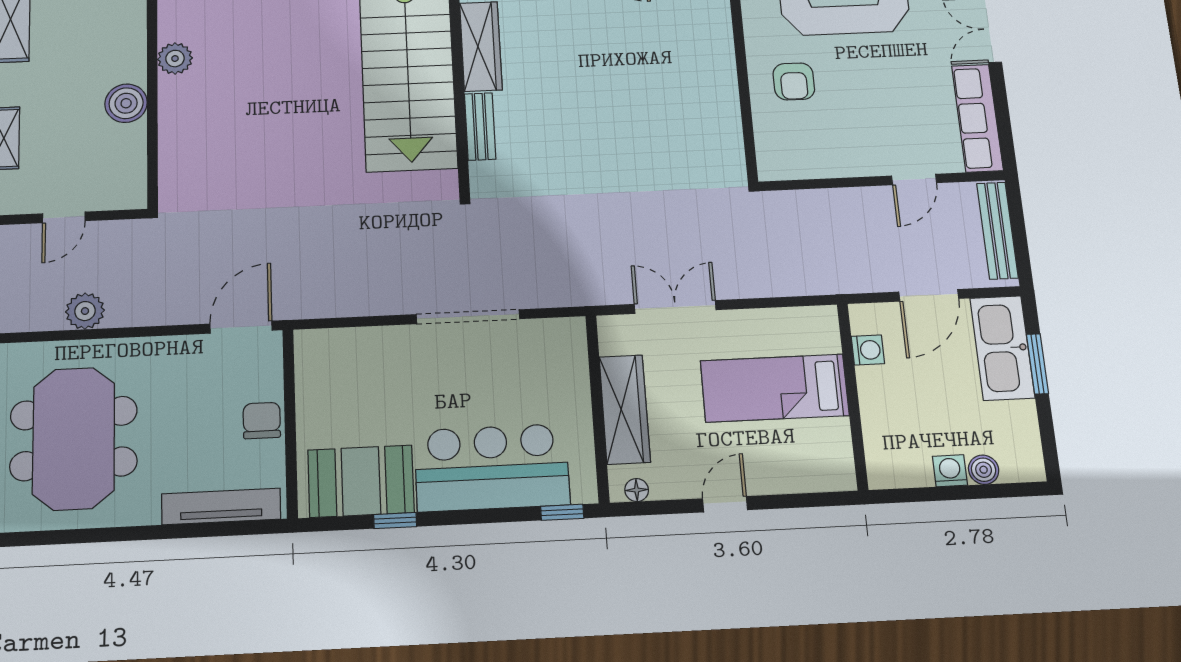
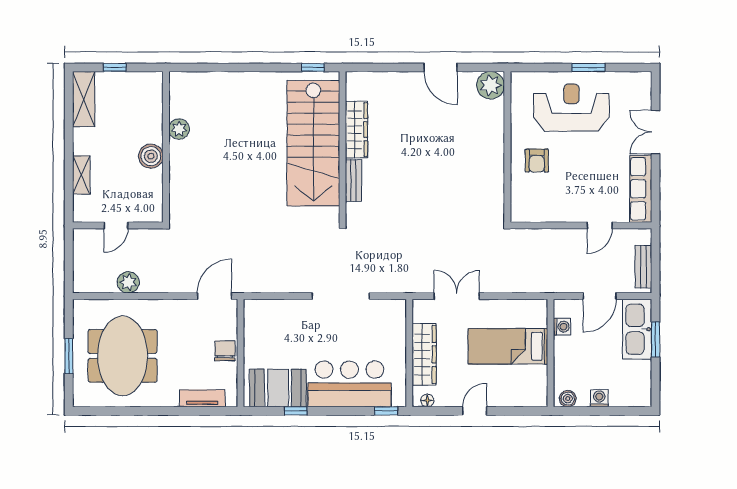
bench: (997, 231) -> (643, 267), width x0.73
boiler: (984, 470) -> (568, 399), moved
tv unit: (221, 506) -> (202, 398), width x0.71

